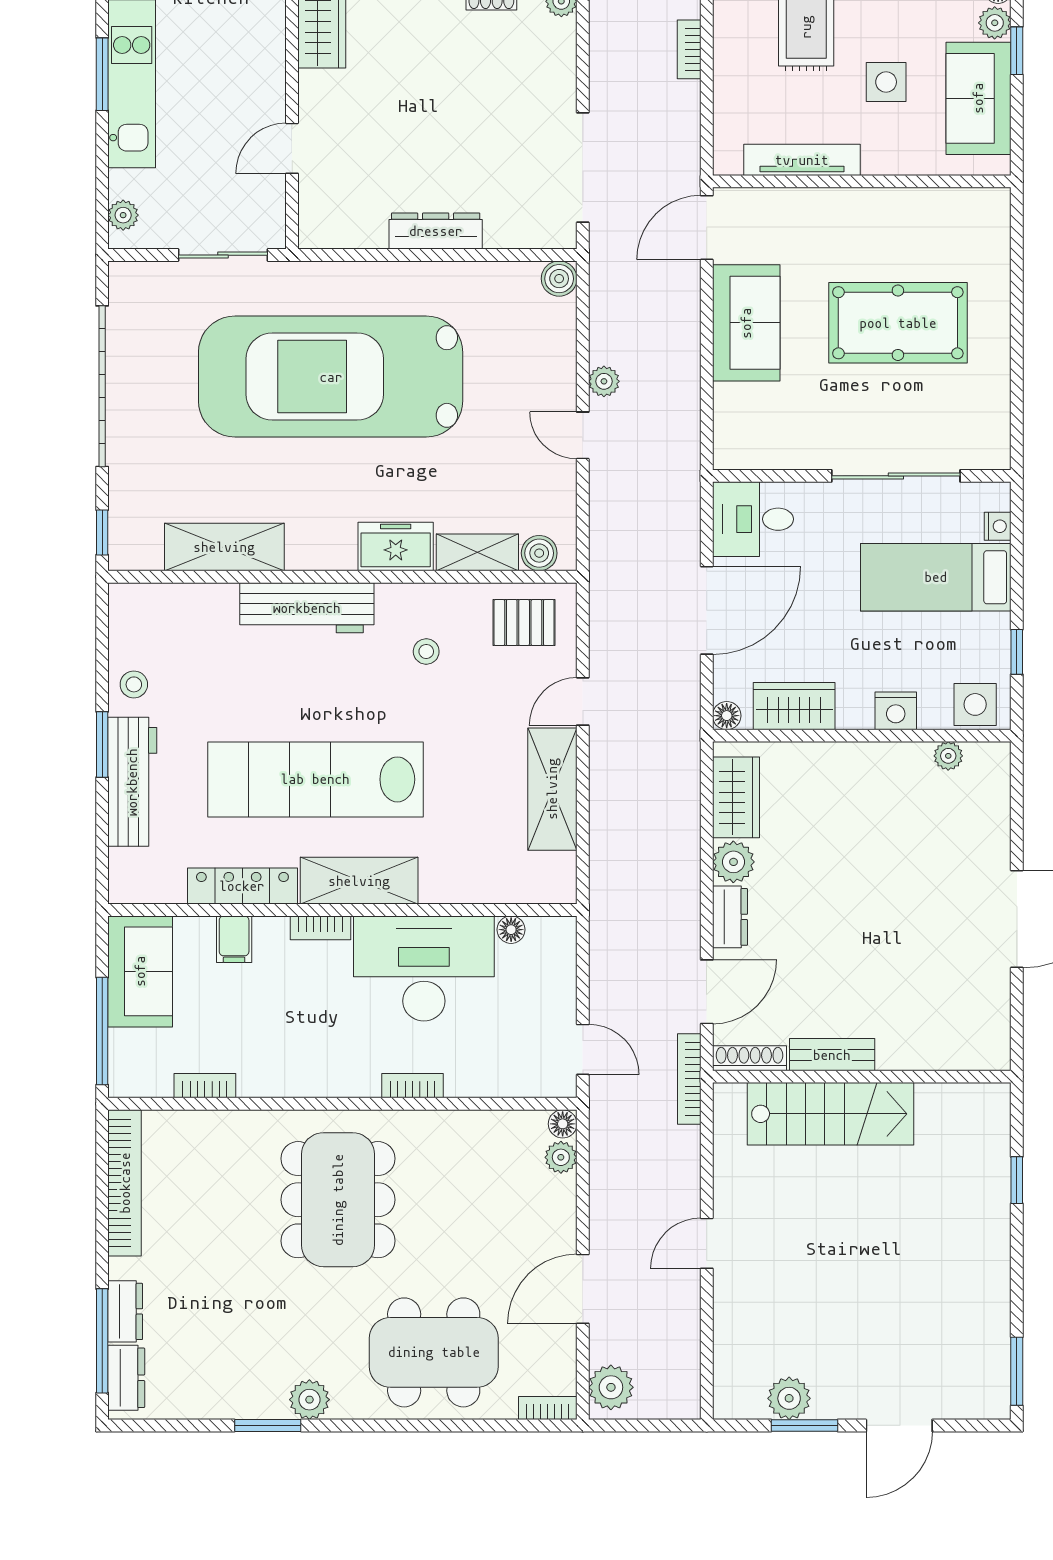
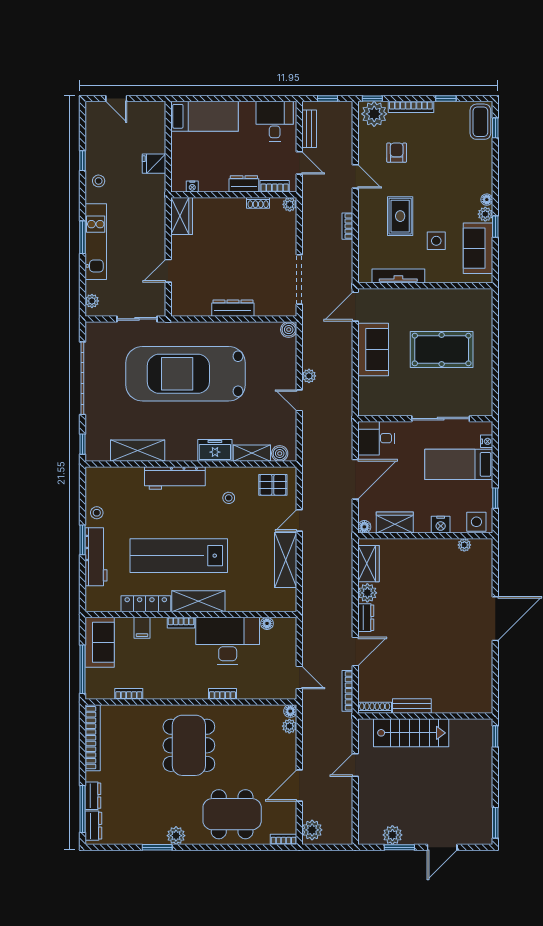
bench: (832, 1055) -> (412, 706), moved
shoe rack: (749, 1058) -> (375, 708), moved
wall: (862, 1077) -> (425, 716), moved
stairs: (830, 1114) -> (411, 733), moved

